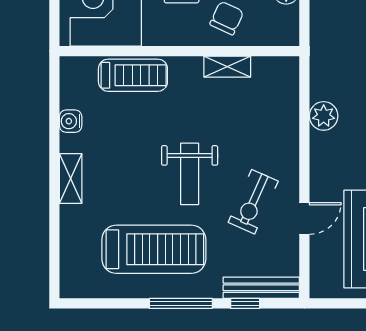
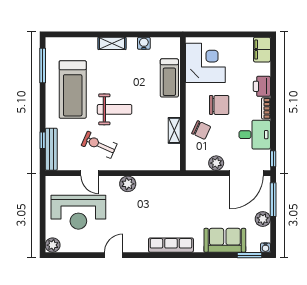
plant: (324, 116) -> (128, 184), moved
weight bench: (190, 174) -> (115, 109), turned 180
window: (181, 303) -> (43, 65), moved

